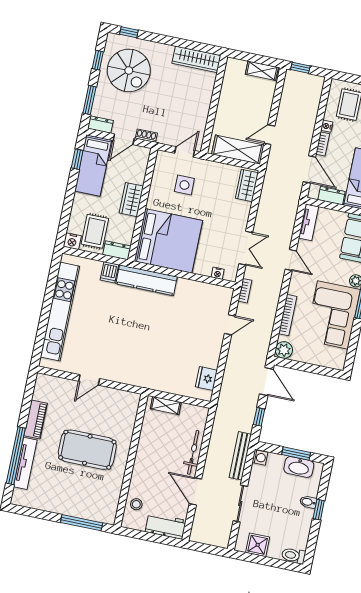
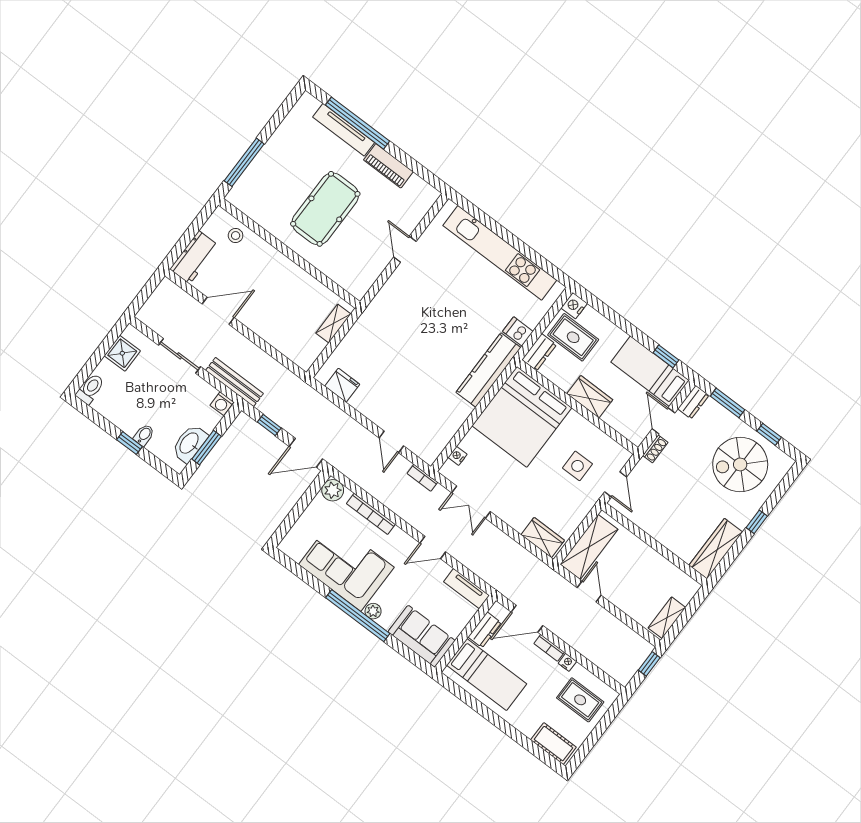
window: (129, 32) -> (757, 522), moved
bicycle: (193, 452) -> (264, 329), removed

